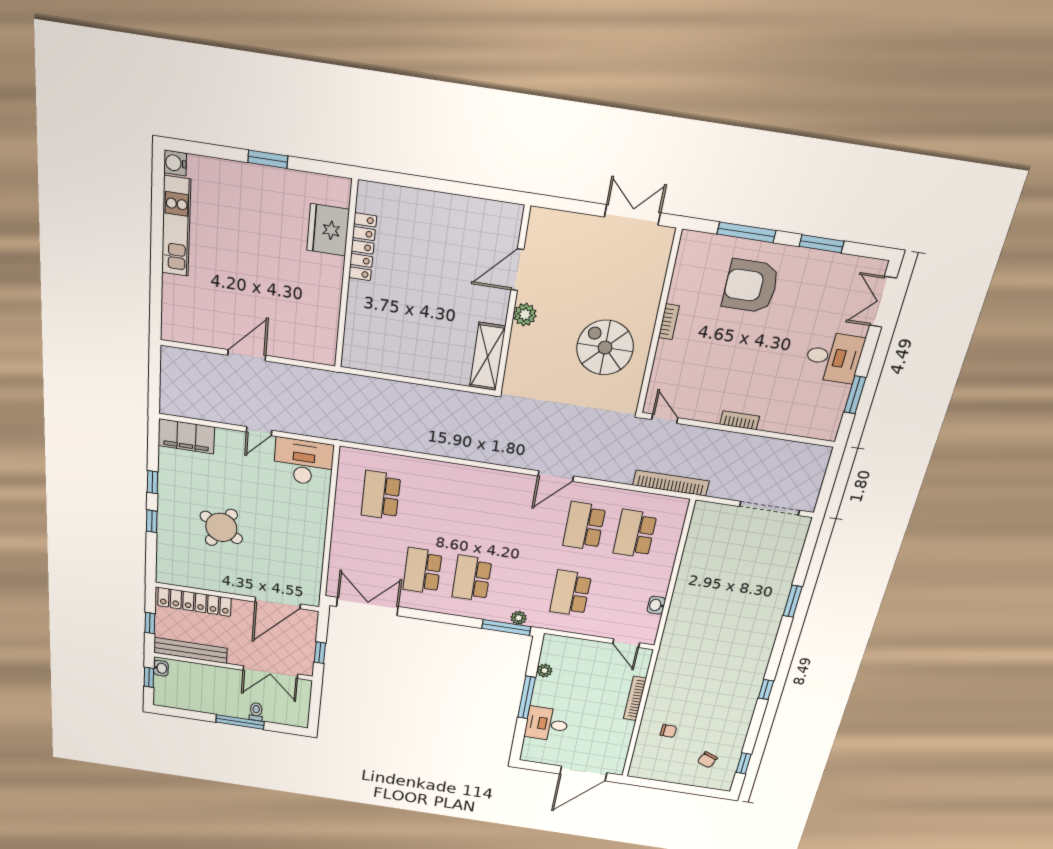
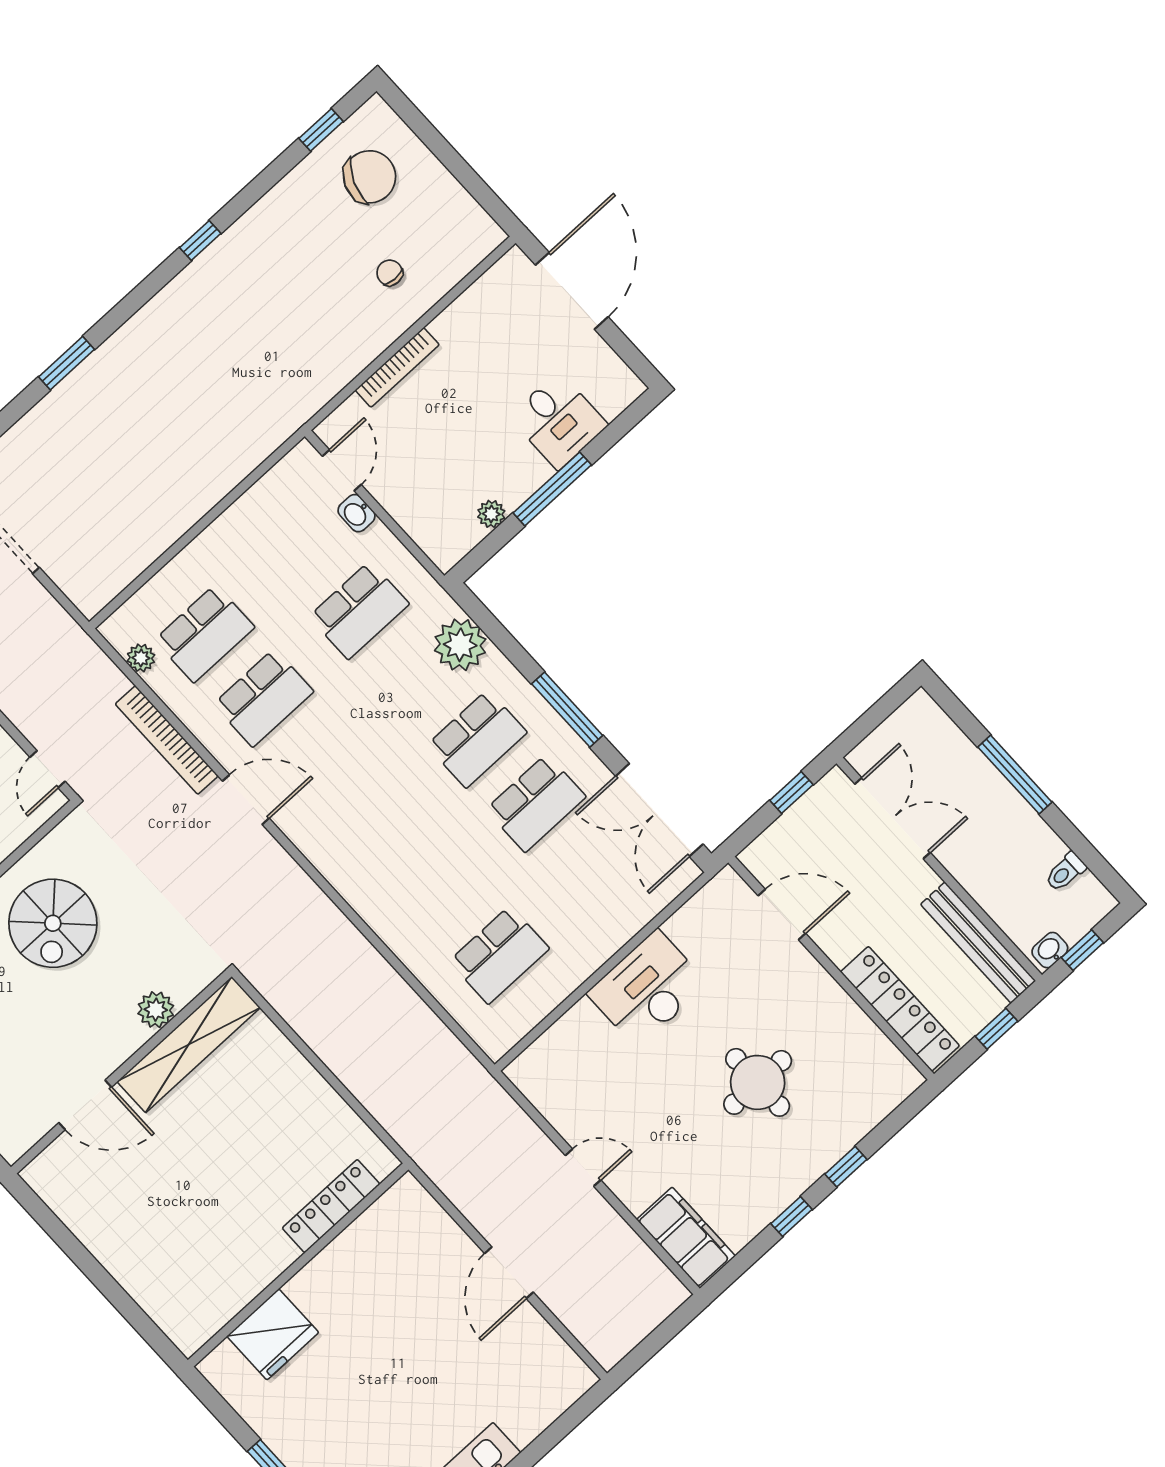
locker: (363, 247) -> (331, 1206), moved
plant: (525, 315) -> (156, 1010), moved
door: (247, 355) -> (509, 1273), hinge flipped
shelving: (488, 357) -> (189, 1045), width x1.47
desk: (304, 462) -> (647, 989), moved, turned 90
bookcase: (671, 483) -> (167, 740), moved
plant: (657, 502) -> (141, 658), added
round table: (221, 527) -> (758, 1082), turned -31
door: (278, 603) -> (782, 914), width x0.73
washbasin: (656, 605) -> (357, 513), moved, turned 90
plant: (519, 618) -> (460, 645), width x1.87, depth x1.87
window: (506, 627) -> (567, 710), moved
toilet: (256, 712) -> (1065, 872), moved
chair: (707, 760) -> (370, 177), width x1.87, depth x1.87
door: (583, 773) -> (572, 291), hinge flipped

